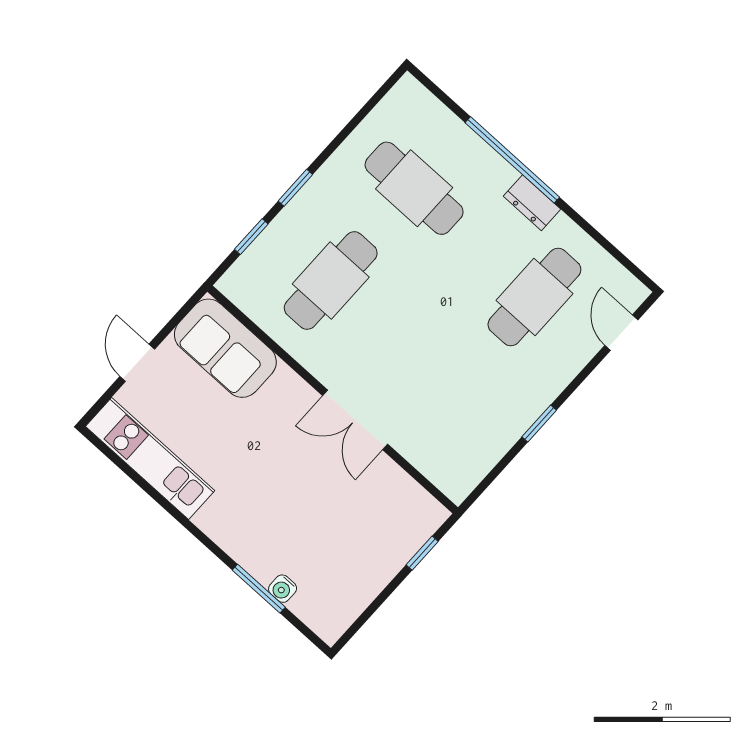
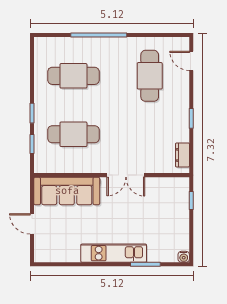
dresser: (532, 203) -> (182, 155), moved, turned 90
cafe table: (331, 281) -> (73, 134), turned 90
sofa: (225, 348) -> (67, 191), width x1.36
kitchen unit: (150, 458) -> (114, 253), moved
water cooler: (283, 589) -> (184, 257), moved

